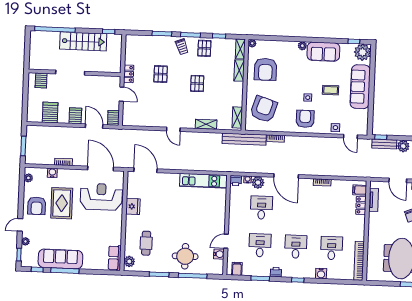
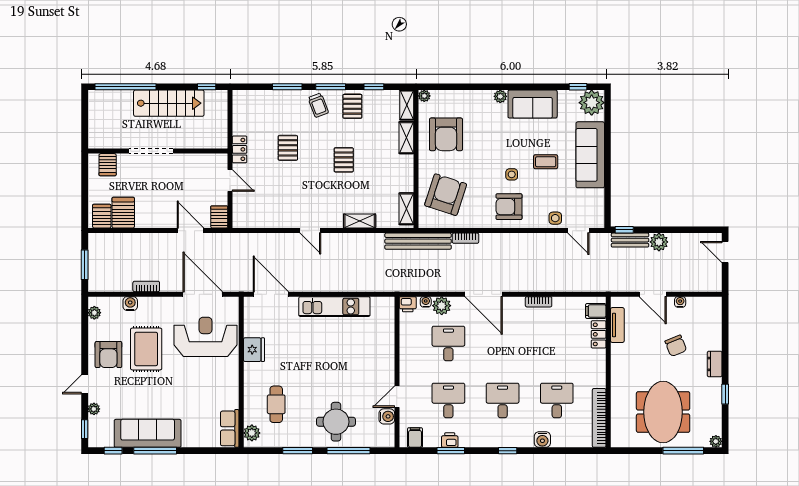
server rack: (75, 116) -> (102, 216), moved
armchair: (305, 119) -> (509, 207), turned -90
kitchen unit: (203, 181) -> (334, 307), moved
printer: (276, 272) -> (450, 440), moved

